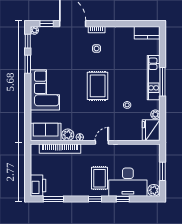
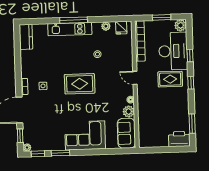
fridge: (151, 130) -> (121, 28), width x0.53, depth x0.75
bookcase: (60, 149) -> (140, 41), moved

